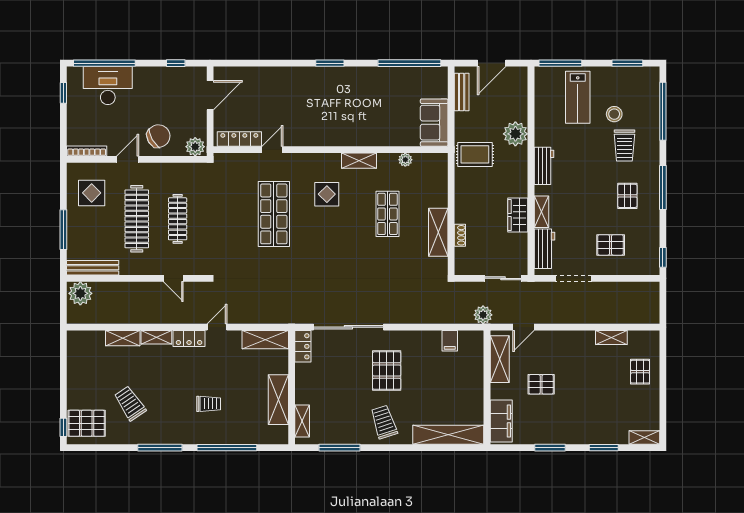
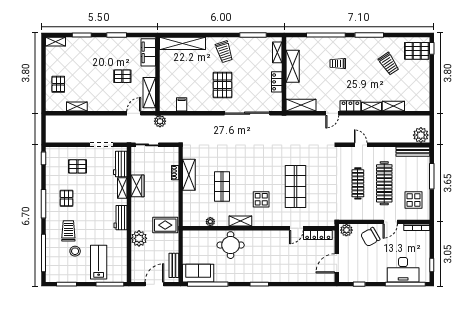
sofa: (434, 123) -> (198, 273), moved, turned -90
round table: (374, 124) -> (231, 245), added
locker: (303, 346) -> (277, 82), moved

